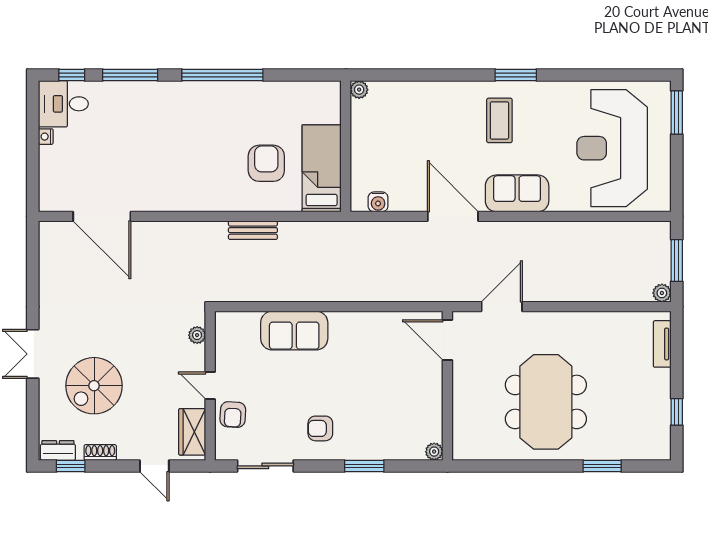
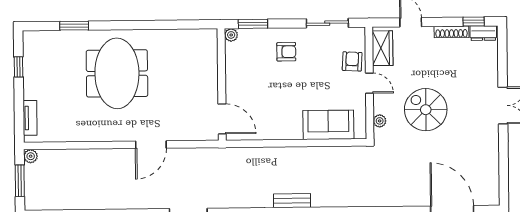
bench: (253, 230) -> (292, 201), moved
sofa: (294, 331) -> (328, 125), moved
door: (447, 340) -> (222, 119), moved
spiral stairs: (94, 386) -> (426, 110), moved, turned -90
wall: (447, 386) -> (222, 84), moved
shoe rack: (100, 452) -> (451, 32), width x1.43
plant: (434, 452) -> (231, 35), moved

